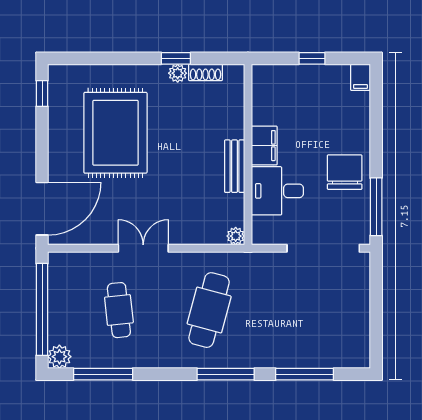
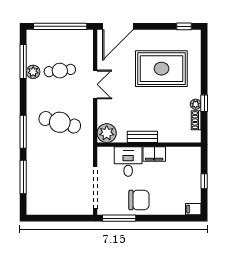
door: (42, 209) -> (118, 26), hinge flipped
plant: (236, 236) -> (107, 133), width x1.88, depth x1.88
plant: (59, 357) -> (33, 72), moved

